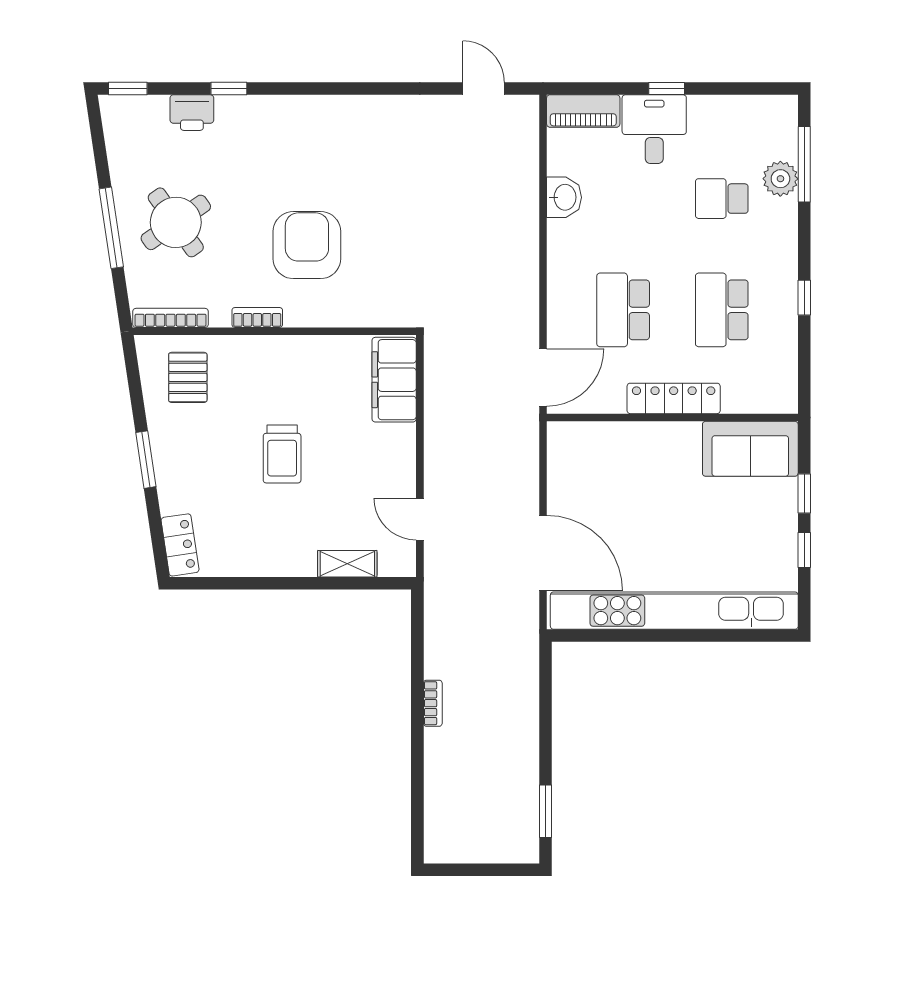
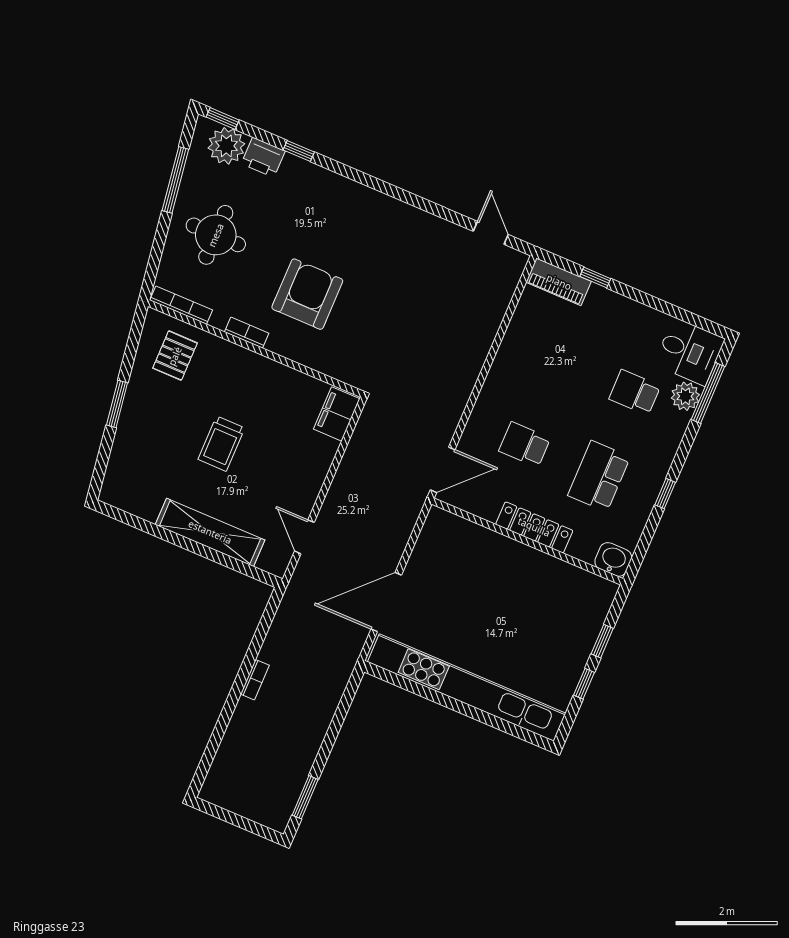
window: (667, 88) -> (595, 278), moved
plant: (145, 117) -> (226, 146), added
desk: (654, 129) -> (689, 352), moved, turned 90
washbasin: (564, 197) -> (613, 559), moved, turned -90
round table: (176, 222) -> (216, 235), turned 35
window: (111, 228) -> (175, 180), moved
school desk: (623, 310) -> (525, 445), width x0.54
filing cabinet: (394, 380) -> (337, 414), width x0.67, depth x0.86
sofa: (750, 449) -> (576, 590), removed
locker: (180, 545) -> (115, 479), removed
door: (543, 553) -> (386, 602), swing flipped
shelving: (347, 564) -> (210, 532), width x2.20, depth x1.33

